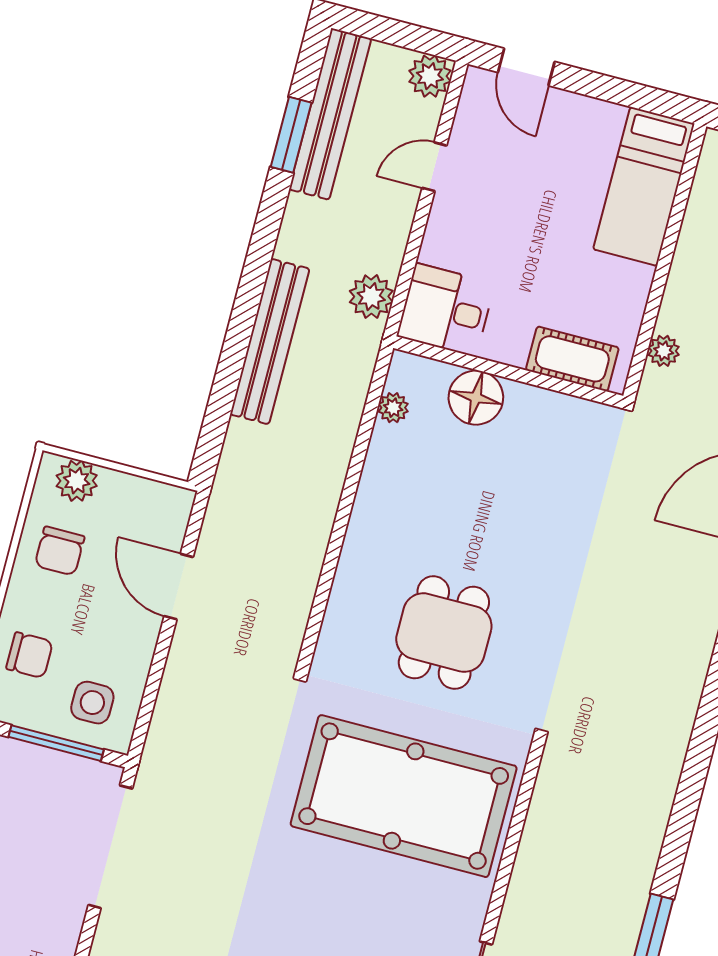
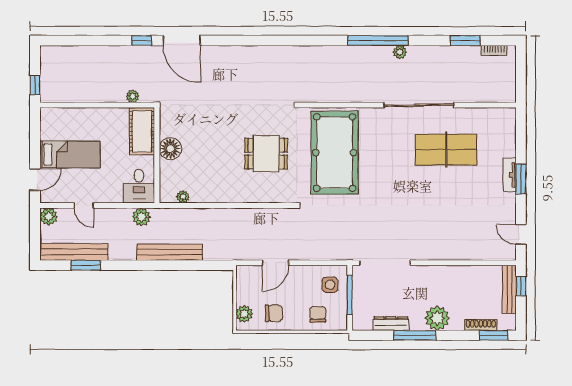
bed: (644, 186) -> (70, 154), moved
cot: (572, 359) -> (142, 131), width x1.37, depth x1.34
floor lamp: (476, 398) -> (170, 149), moved

